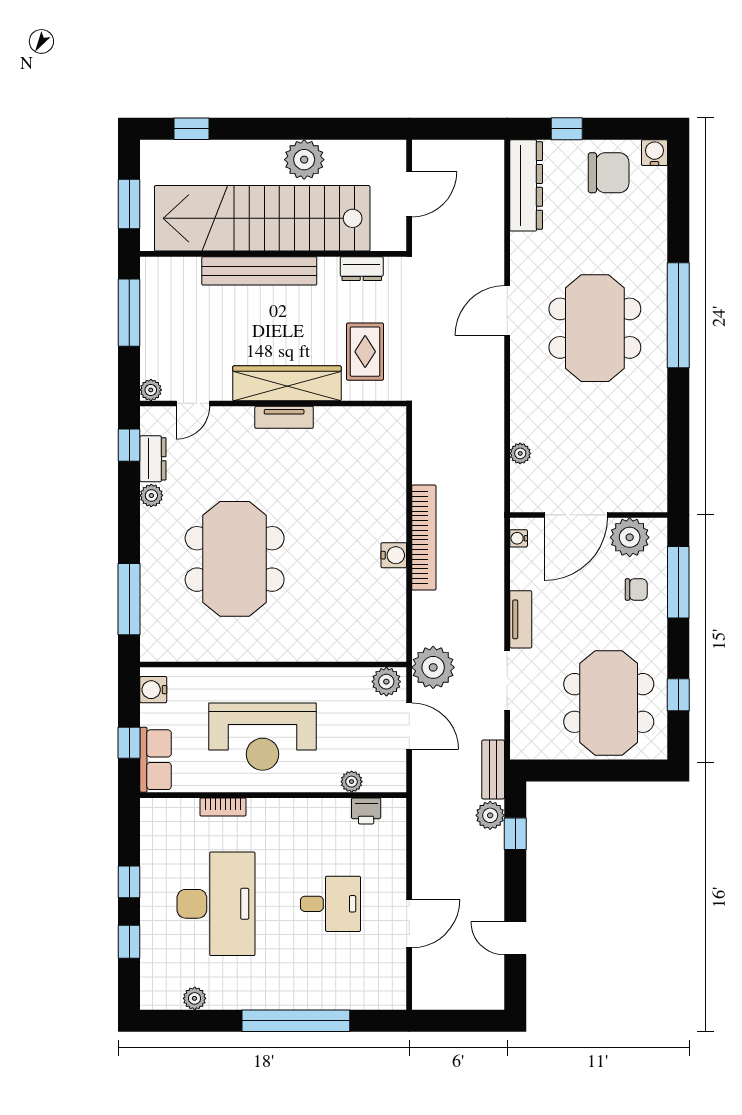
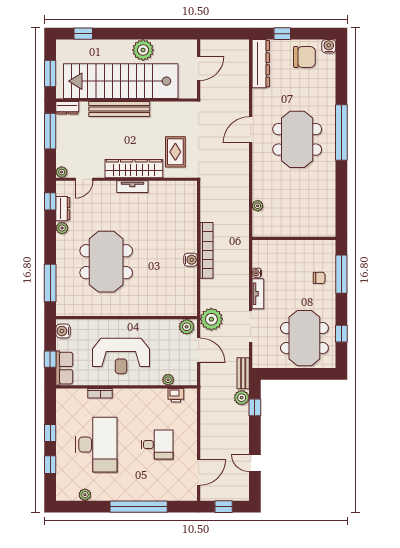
dresser: (362, 269) -> (67, 108), moved
door: (576, 515) -> (287, 238), removed
plant: (630, 537) -> (316, 250), removed
water cooler: (519, 538) -> (257, 273), moved
door: (409, 924) -> (199, 472), moved
window: (456, 1021) -> (224, 507), added

